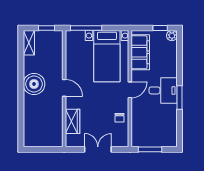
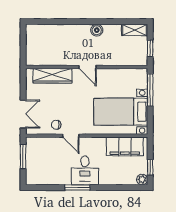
boiler: (34, 84) -> (97, 30), width x0.54, depth x0.54
door: (64, 88) -> (88, 67), hinge flipped
door: (130, 90) -> (71, 136), moved
wardrobe: (73, 121) -> (52, 76), width x1.50
double door: (98, 149) -> (23, 114), moved

